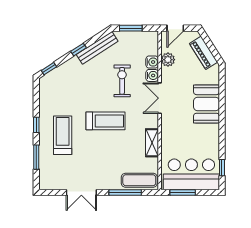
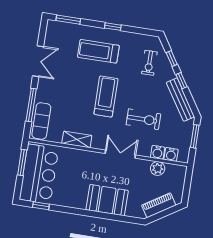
door: (175, 28) -> (188, 181), removed
window: (49, 69) -> (172, 58), moved
water cooler: (152, 75) -> (171, 154), moved
exercise bike: (66, 84) -> (149, 63), added
treadmill: (105, 121) -> (106, 96), turned 180
treadmill: (63, 135) -> (98, 51), turned 180
window: (36, 157) -> (68, 20), moved
double door: (81, 193) -> (38, 61), swing flipped

